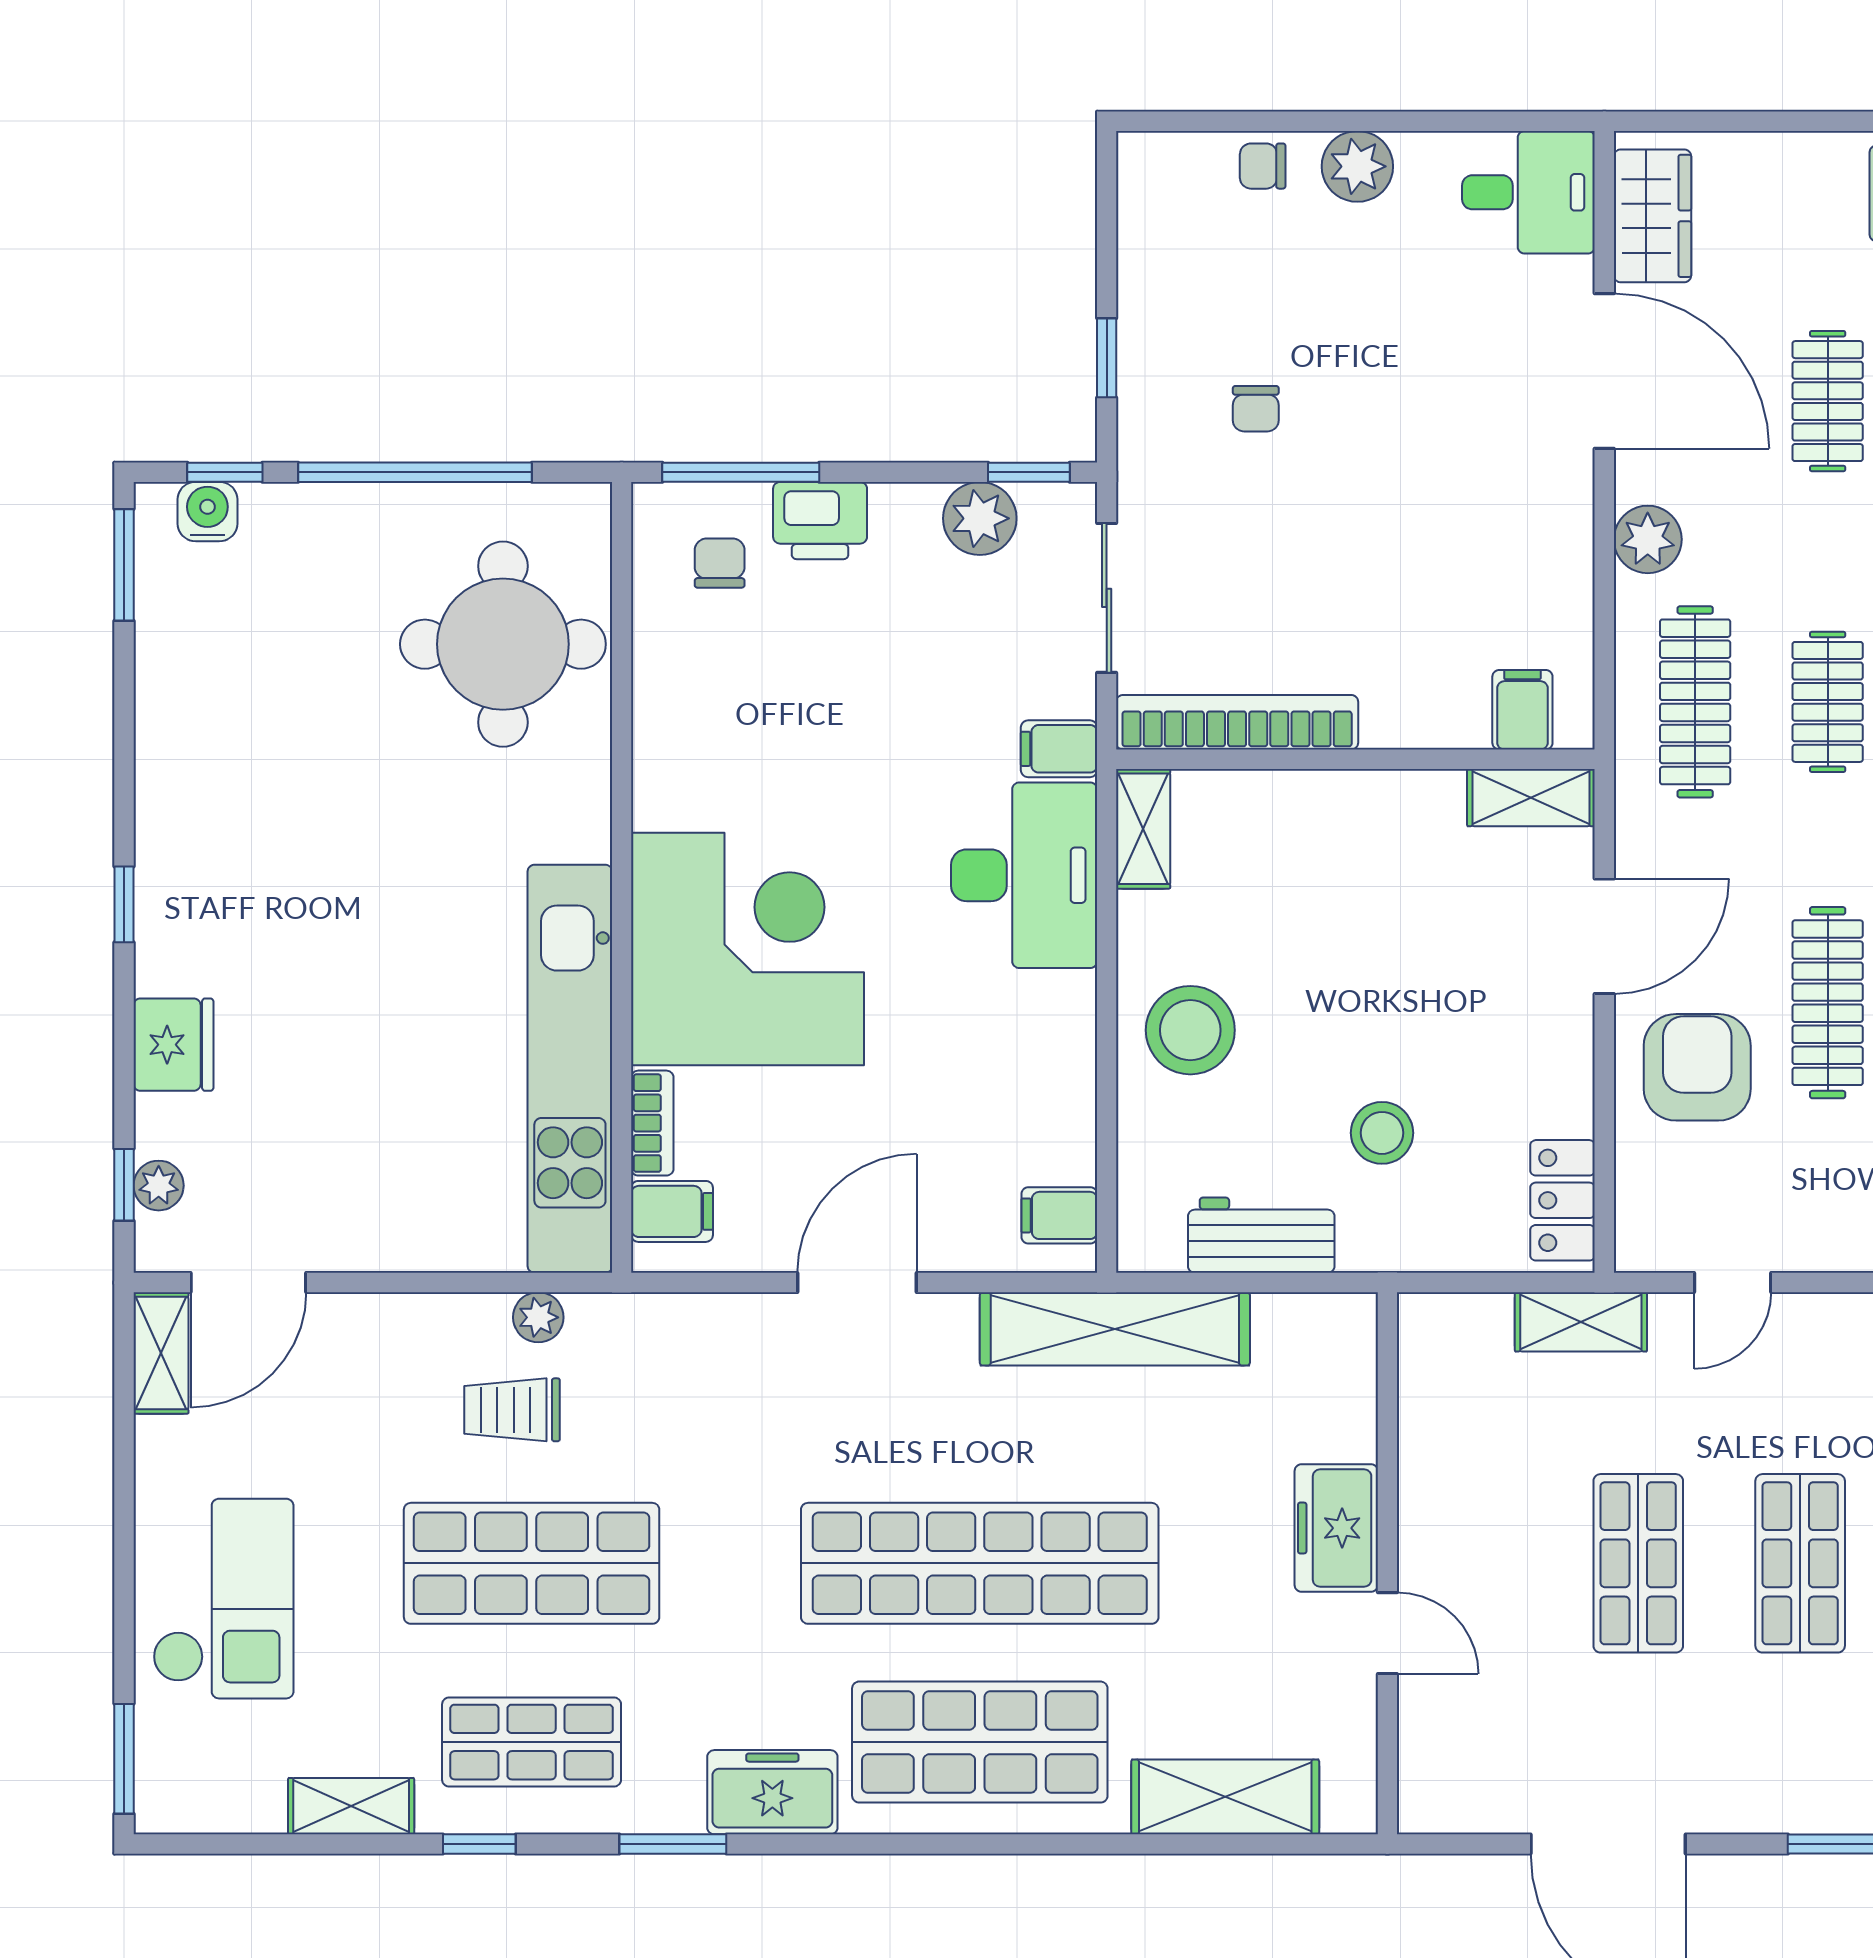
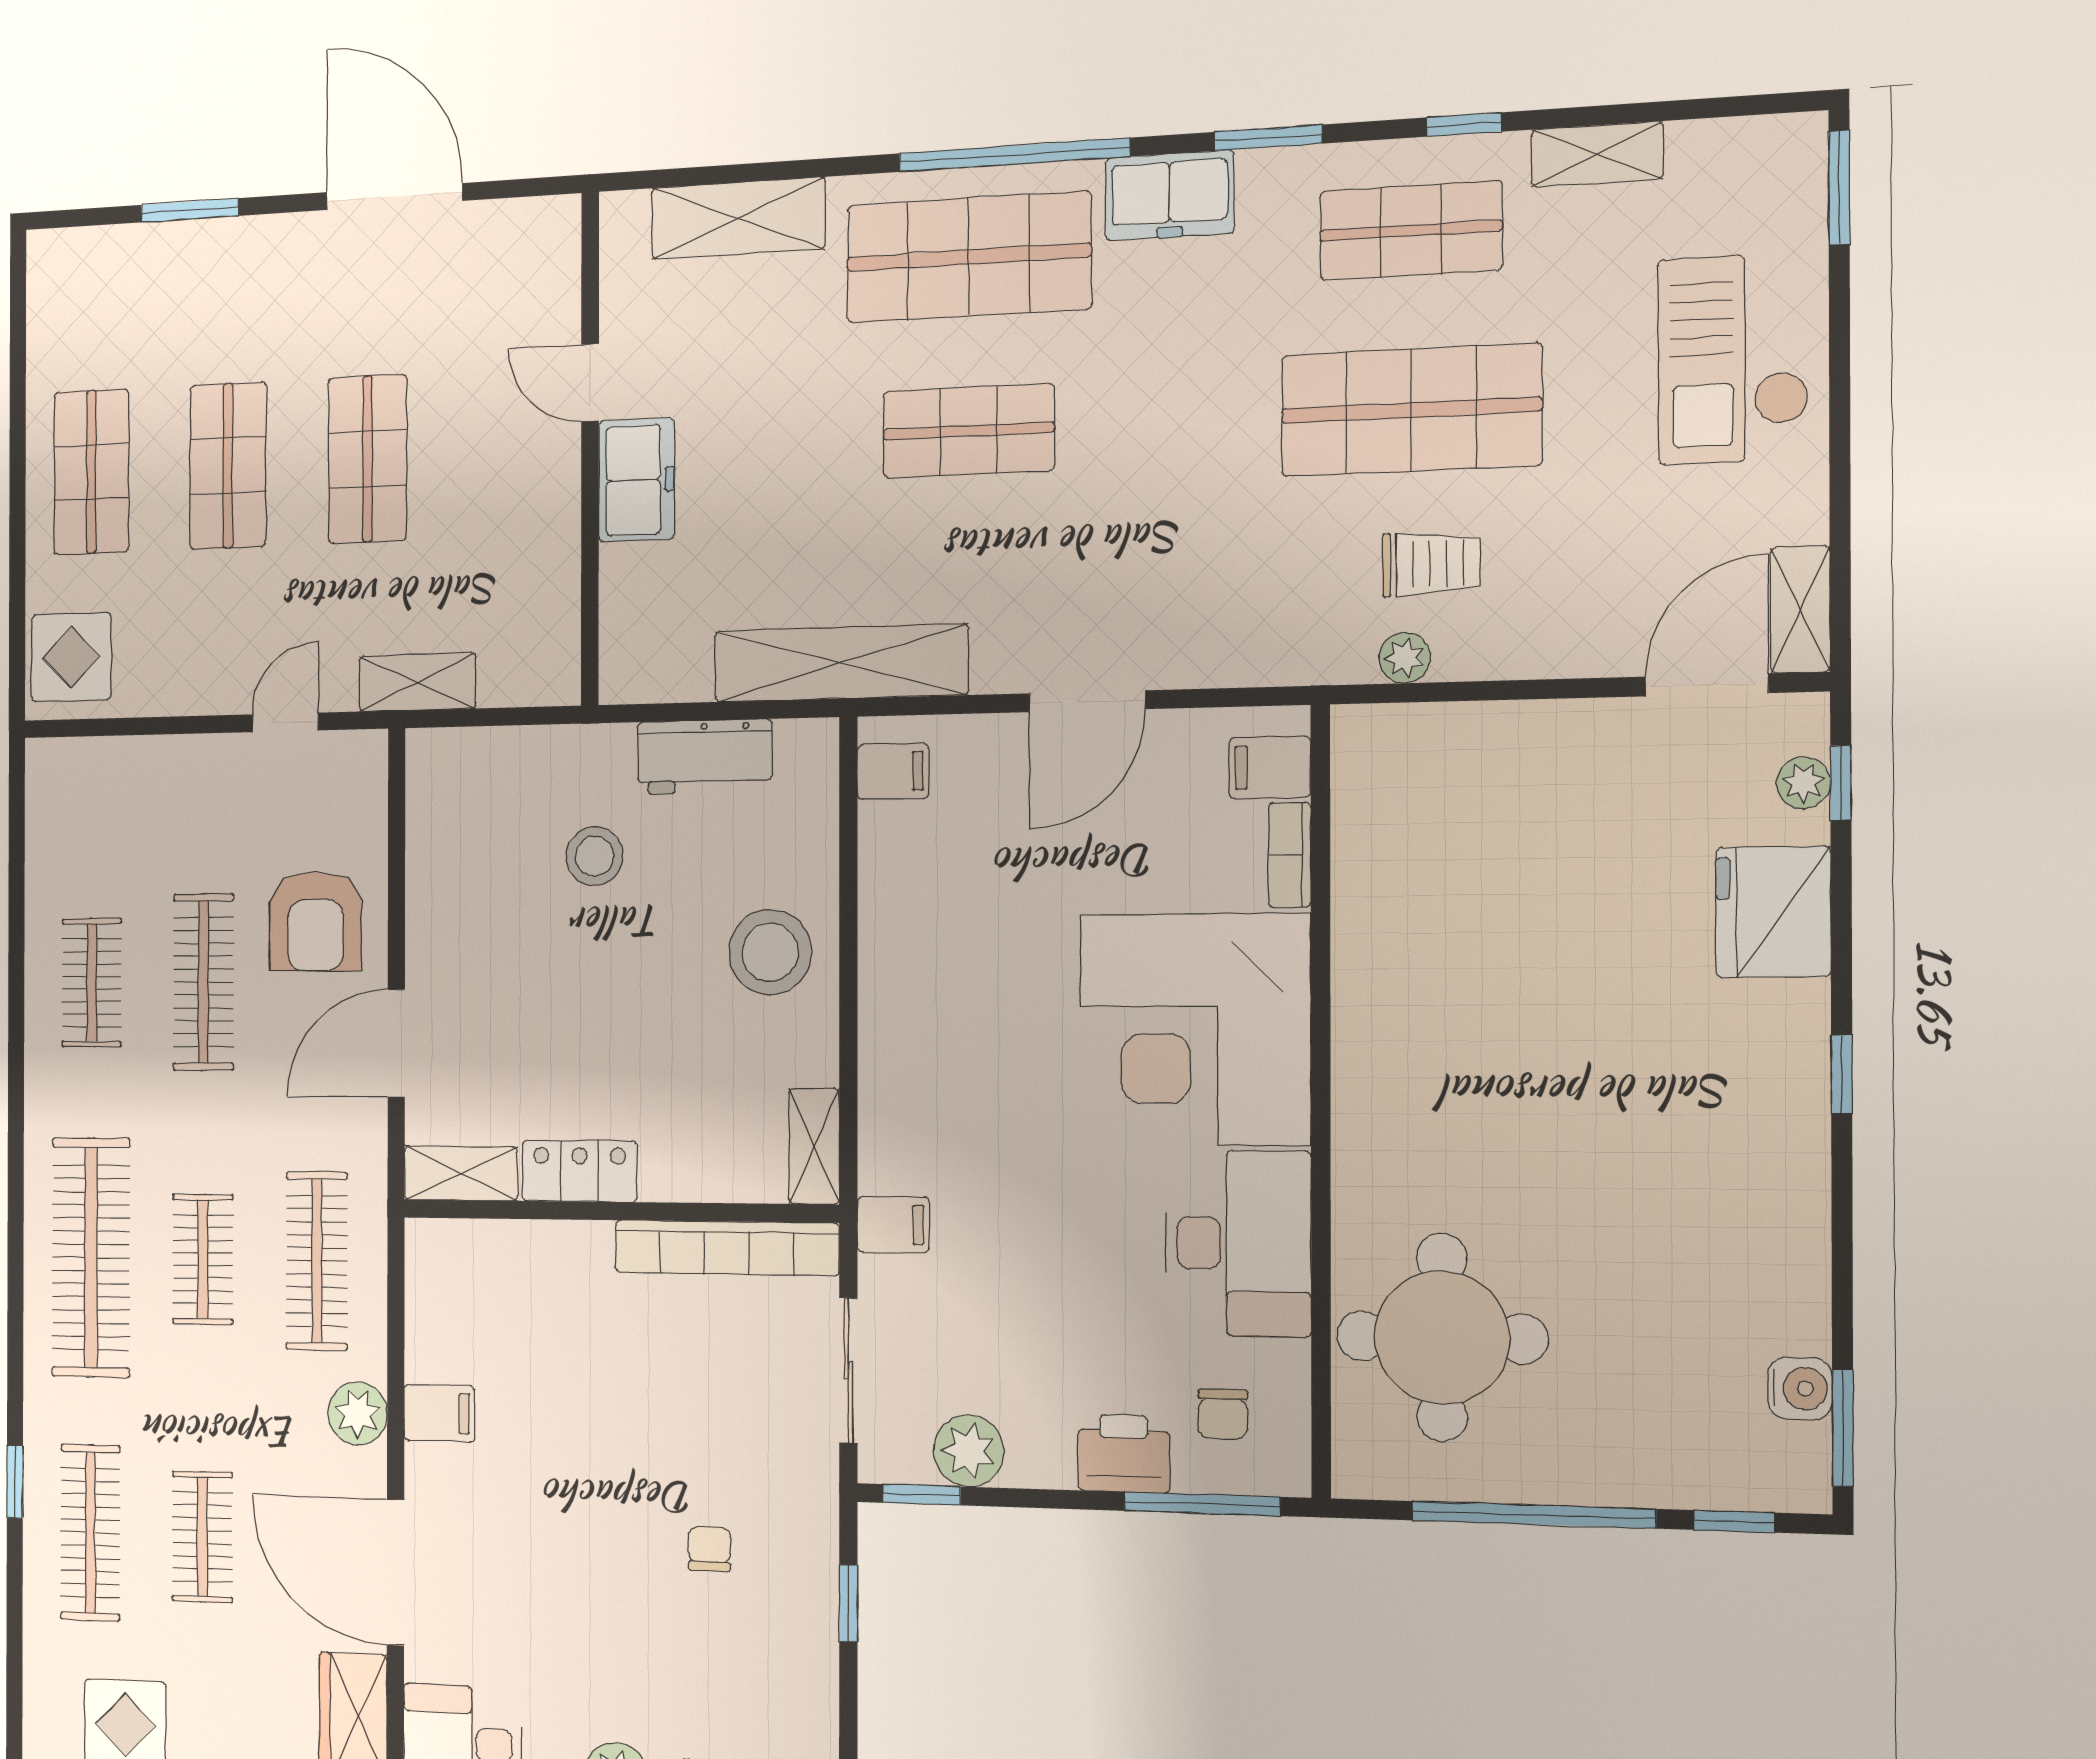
water cooler: (207, 512) -> (1800, 1388), moved, turned -90
filing cabinet: (1522, 710) -> (439, 1413), moved, turned -90
desk: (1024, 875) -> (1238, 1243), moved, turned 180
fridge: (173, 1045) -> (1773, 912), width x1.36, depth x1.34
kitchen unit: (570, 1069) -> (1373, 909), removed
locker: (1563, 1200) -> (579, 1171), moved, turned -90
shop shelf: (980, 1563) -> (969, 431), width x0.50, depth x0.74
window: (932, 1844) -> (1014, 155), added

